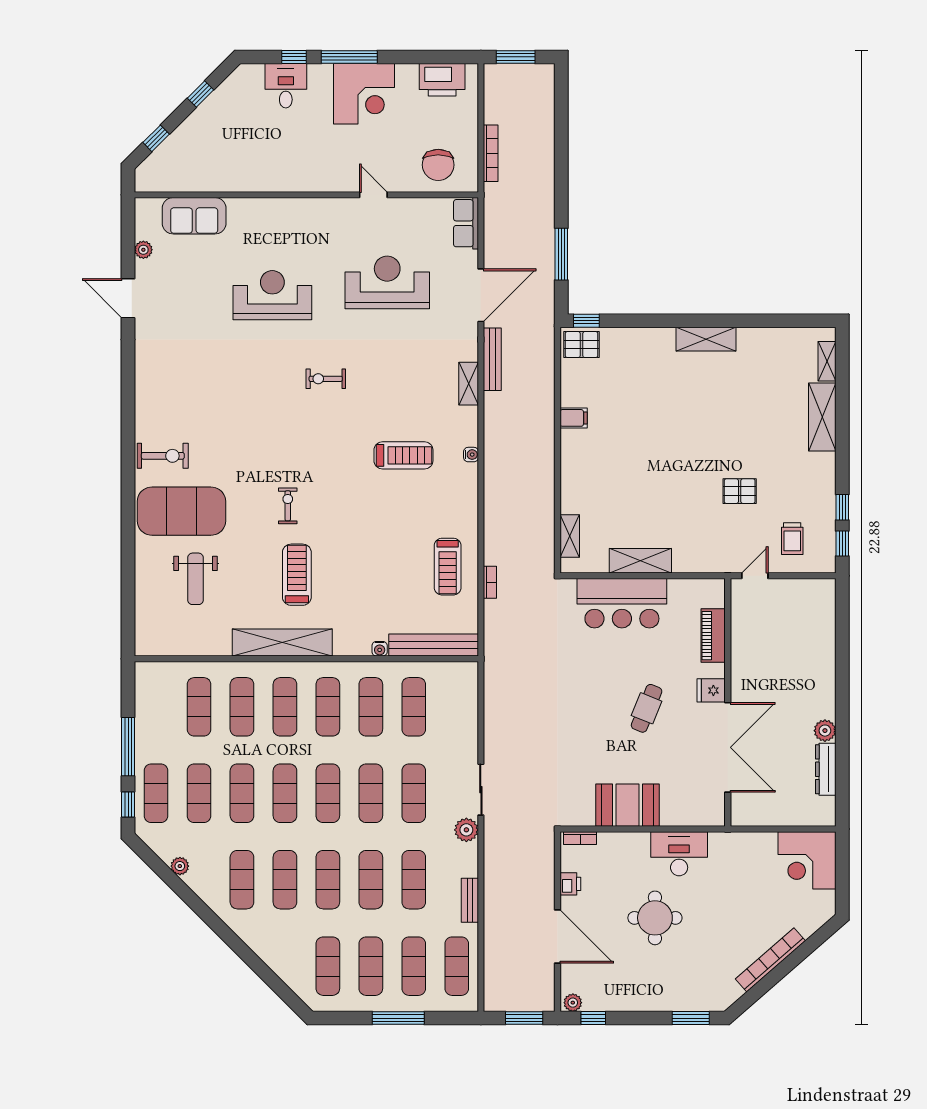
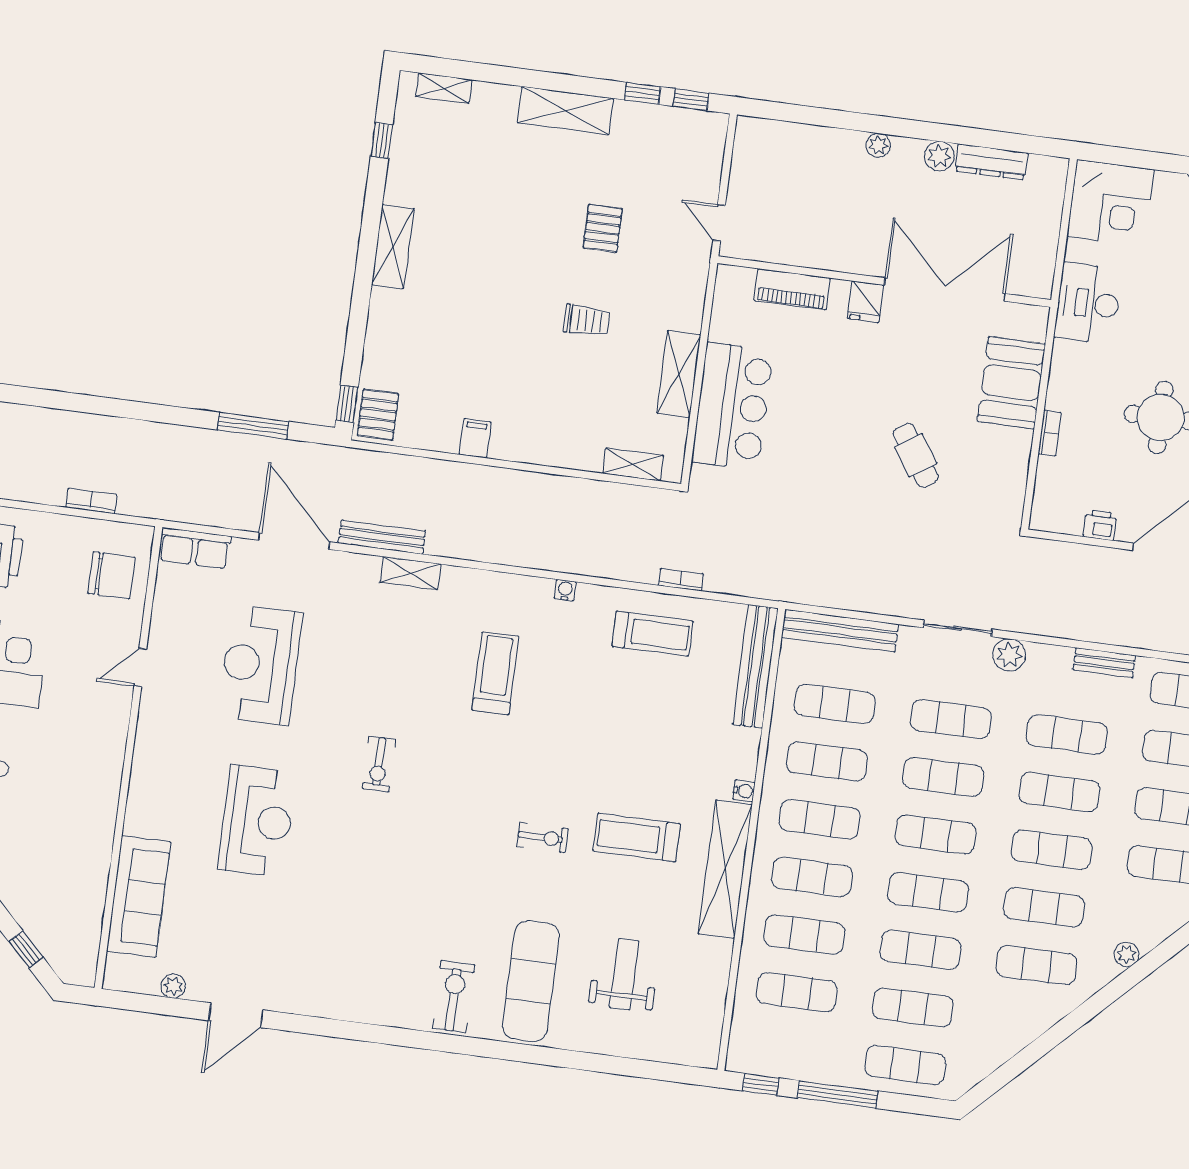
bookcase: (491, 153) -> (91, 501), width x0.64
sofa: (194, 216) -> (139, 897), width x1.36
reception desk: (272, 295) -> (257, 821), turned 180
window: (783, 321) -> (382, 140), added
shelving: (822, 417) -> (565, 111), moved
water cooler: (471, 455) -> (565, 590), moved
exercise bike: (288, 506) -> (543, 838), turned 180
exercise mat: (181, 511) -> (531, 981), width x0.68
trolley: (792, 539) -> (587, 321), moved
weight bench: (196, 579) -> (624, 974), turned -90
water cooler: (380, 649) -> (744, 791), moved
plant: (827, 685) -> (878, 145), added
bench: (468, 704) -> (840, 631), added
cafe table: (647, 708) -> (916, 455), moved, turned 34
window: (128, 804) -> (761, 1084), moved
booth: (627, 805) -> (1011, 383), moved
bookcase: (580, 838) -> (1050, 433), moved
desk: (679, 854) -> (1088, 303), moved
plant: (180, 866) -> (1127, 954), moved

